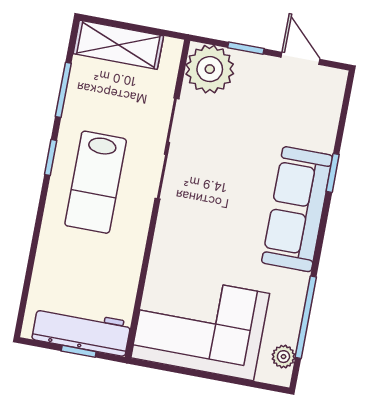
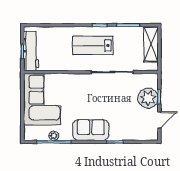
plant: (210, 69) -> (148, 98), moved
sofa: (297, 209) -> (91, 130), width x0.73
plant: (283, 357) -> (54, 136), moved

